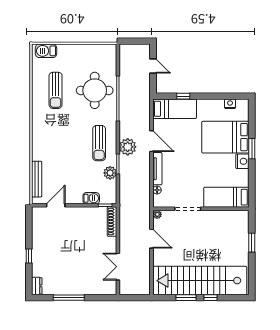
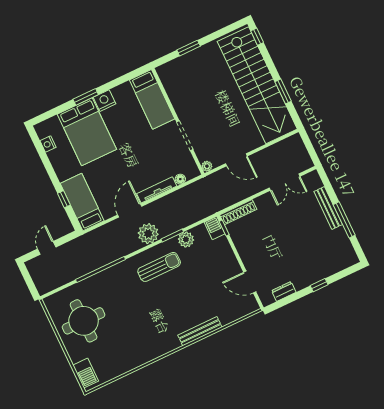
sun lounger: (56, 90) -> (124, 342), removed
round table: (95, 90) -> (84, 321), moved
bench: (37, 179) -> (200, 331), moved
barbecue: (91, 198) -> (215, 228), moved
door: (152, 239) -> (236, 160), swing flipped
dresser: (37, 286) -> (284, 291), moved
bench: (83, 290) -> (328, 208), added
window: (211, 298) -> (257, 37), moved

